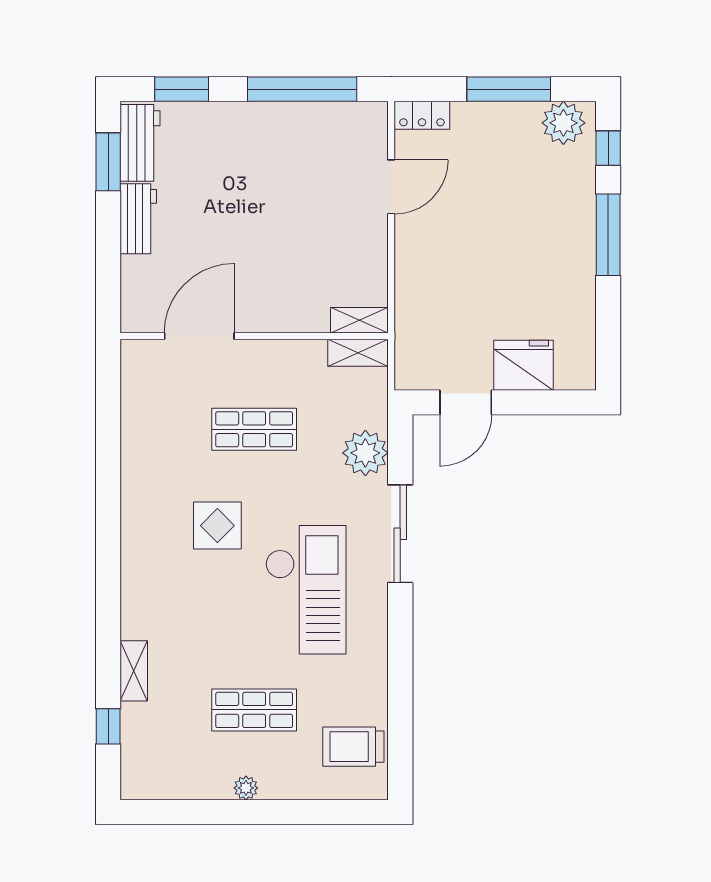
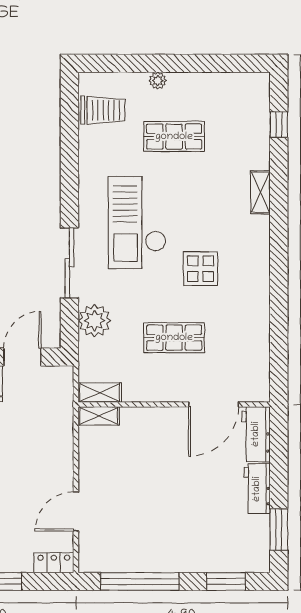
workbench: (140, 143) -> (256, 434), moved
shelving: (134, 671) -> (260, 192), moved
plant: (246, 788) -> (158, 81), moved

